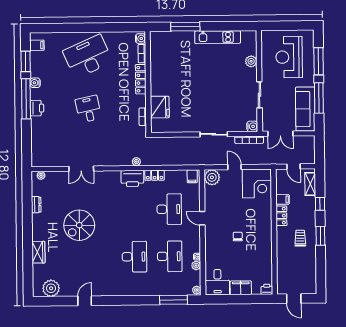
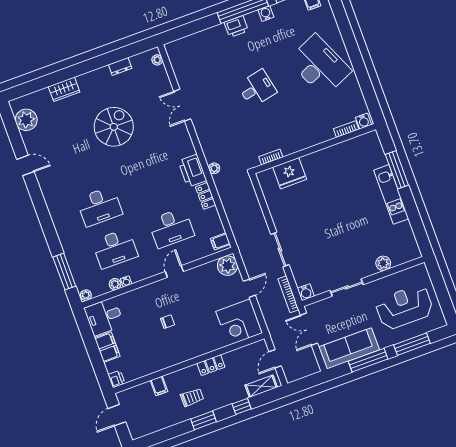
kitchen unit: (218, 37) -> (391, 194), moved
locker: (141, 79) -> (315, 139), removed
filing cabinet: (283, 199) -> (159, 386), moved
spiral stairs: (79, 225) -> (114, 127), turned 90

